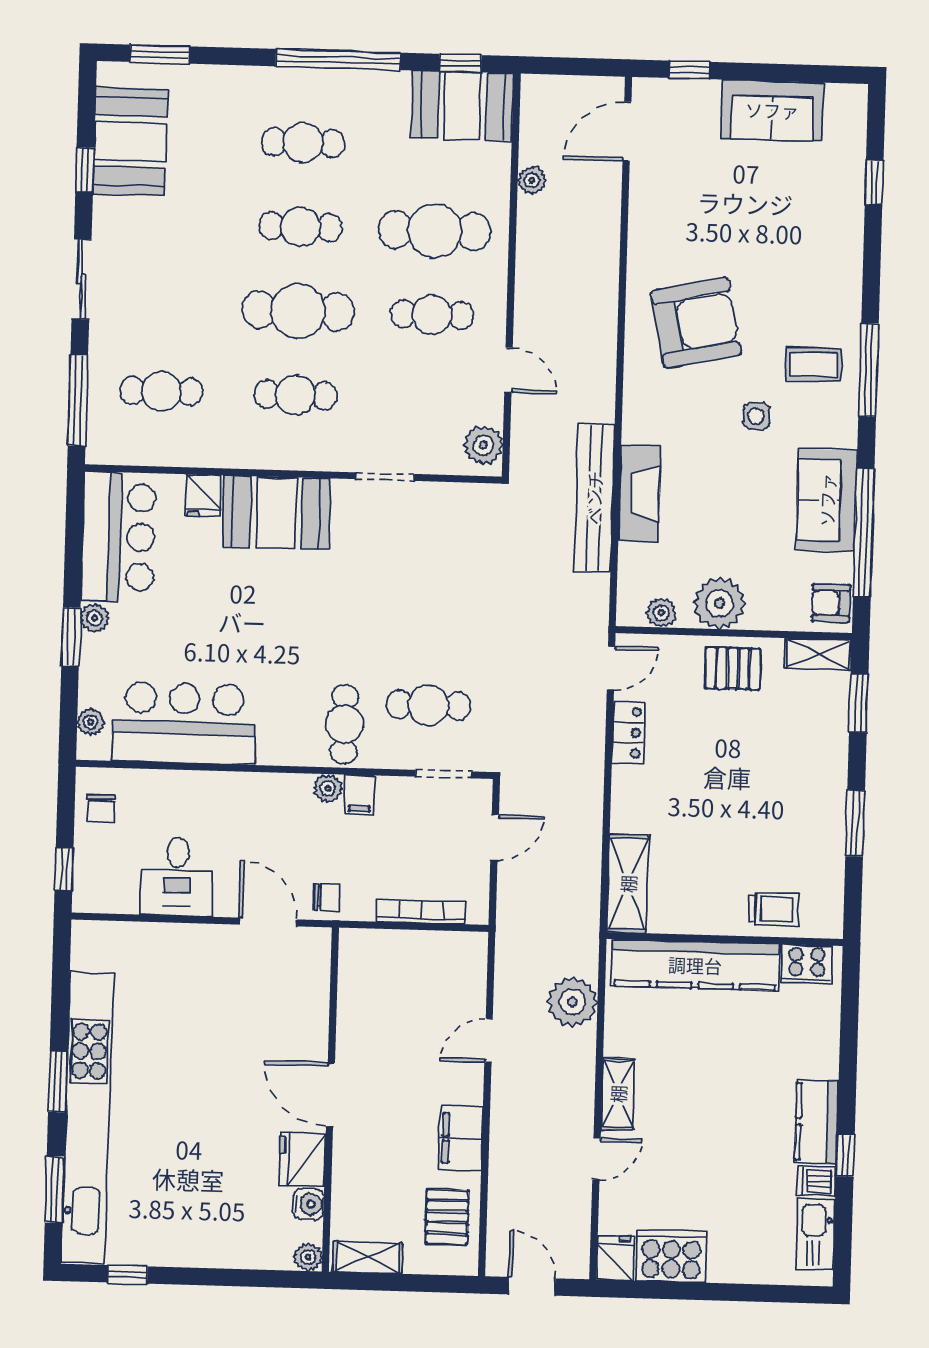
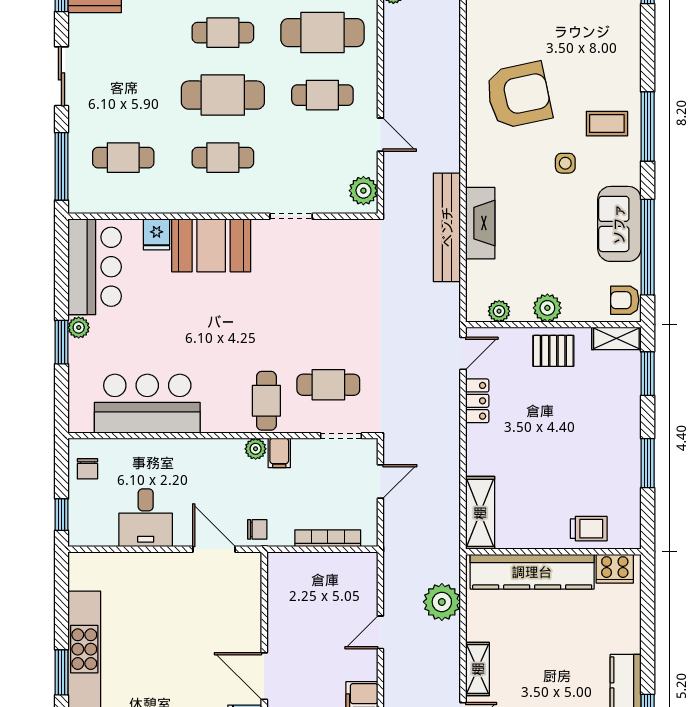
plant: (720, 603) -> (547, 308), width x0.73, depth x0.73
plant: (91, 722) -> (78, 405), removed

